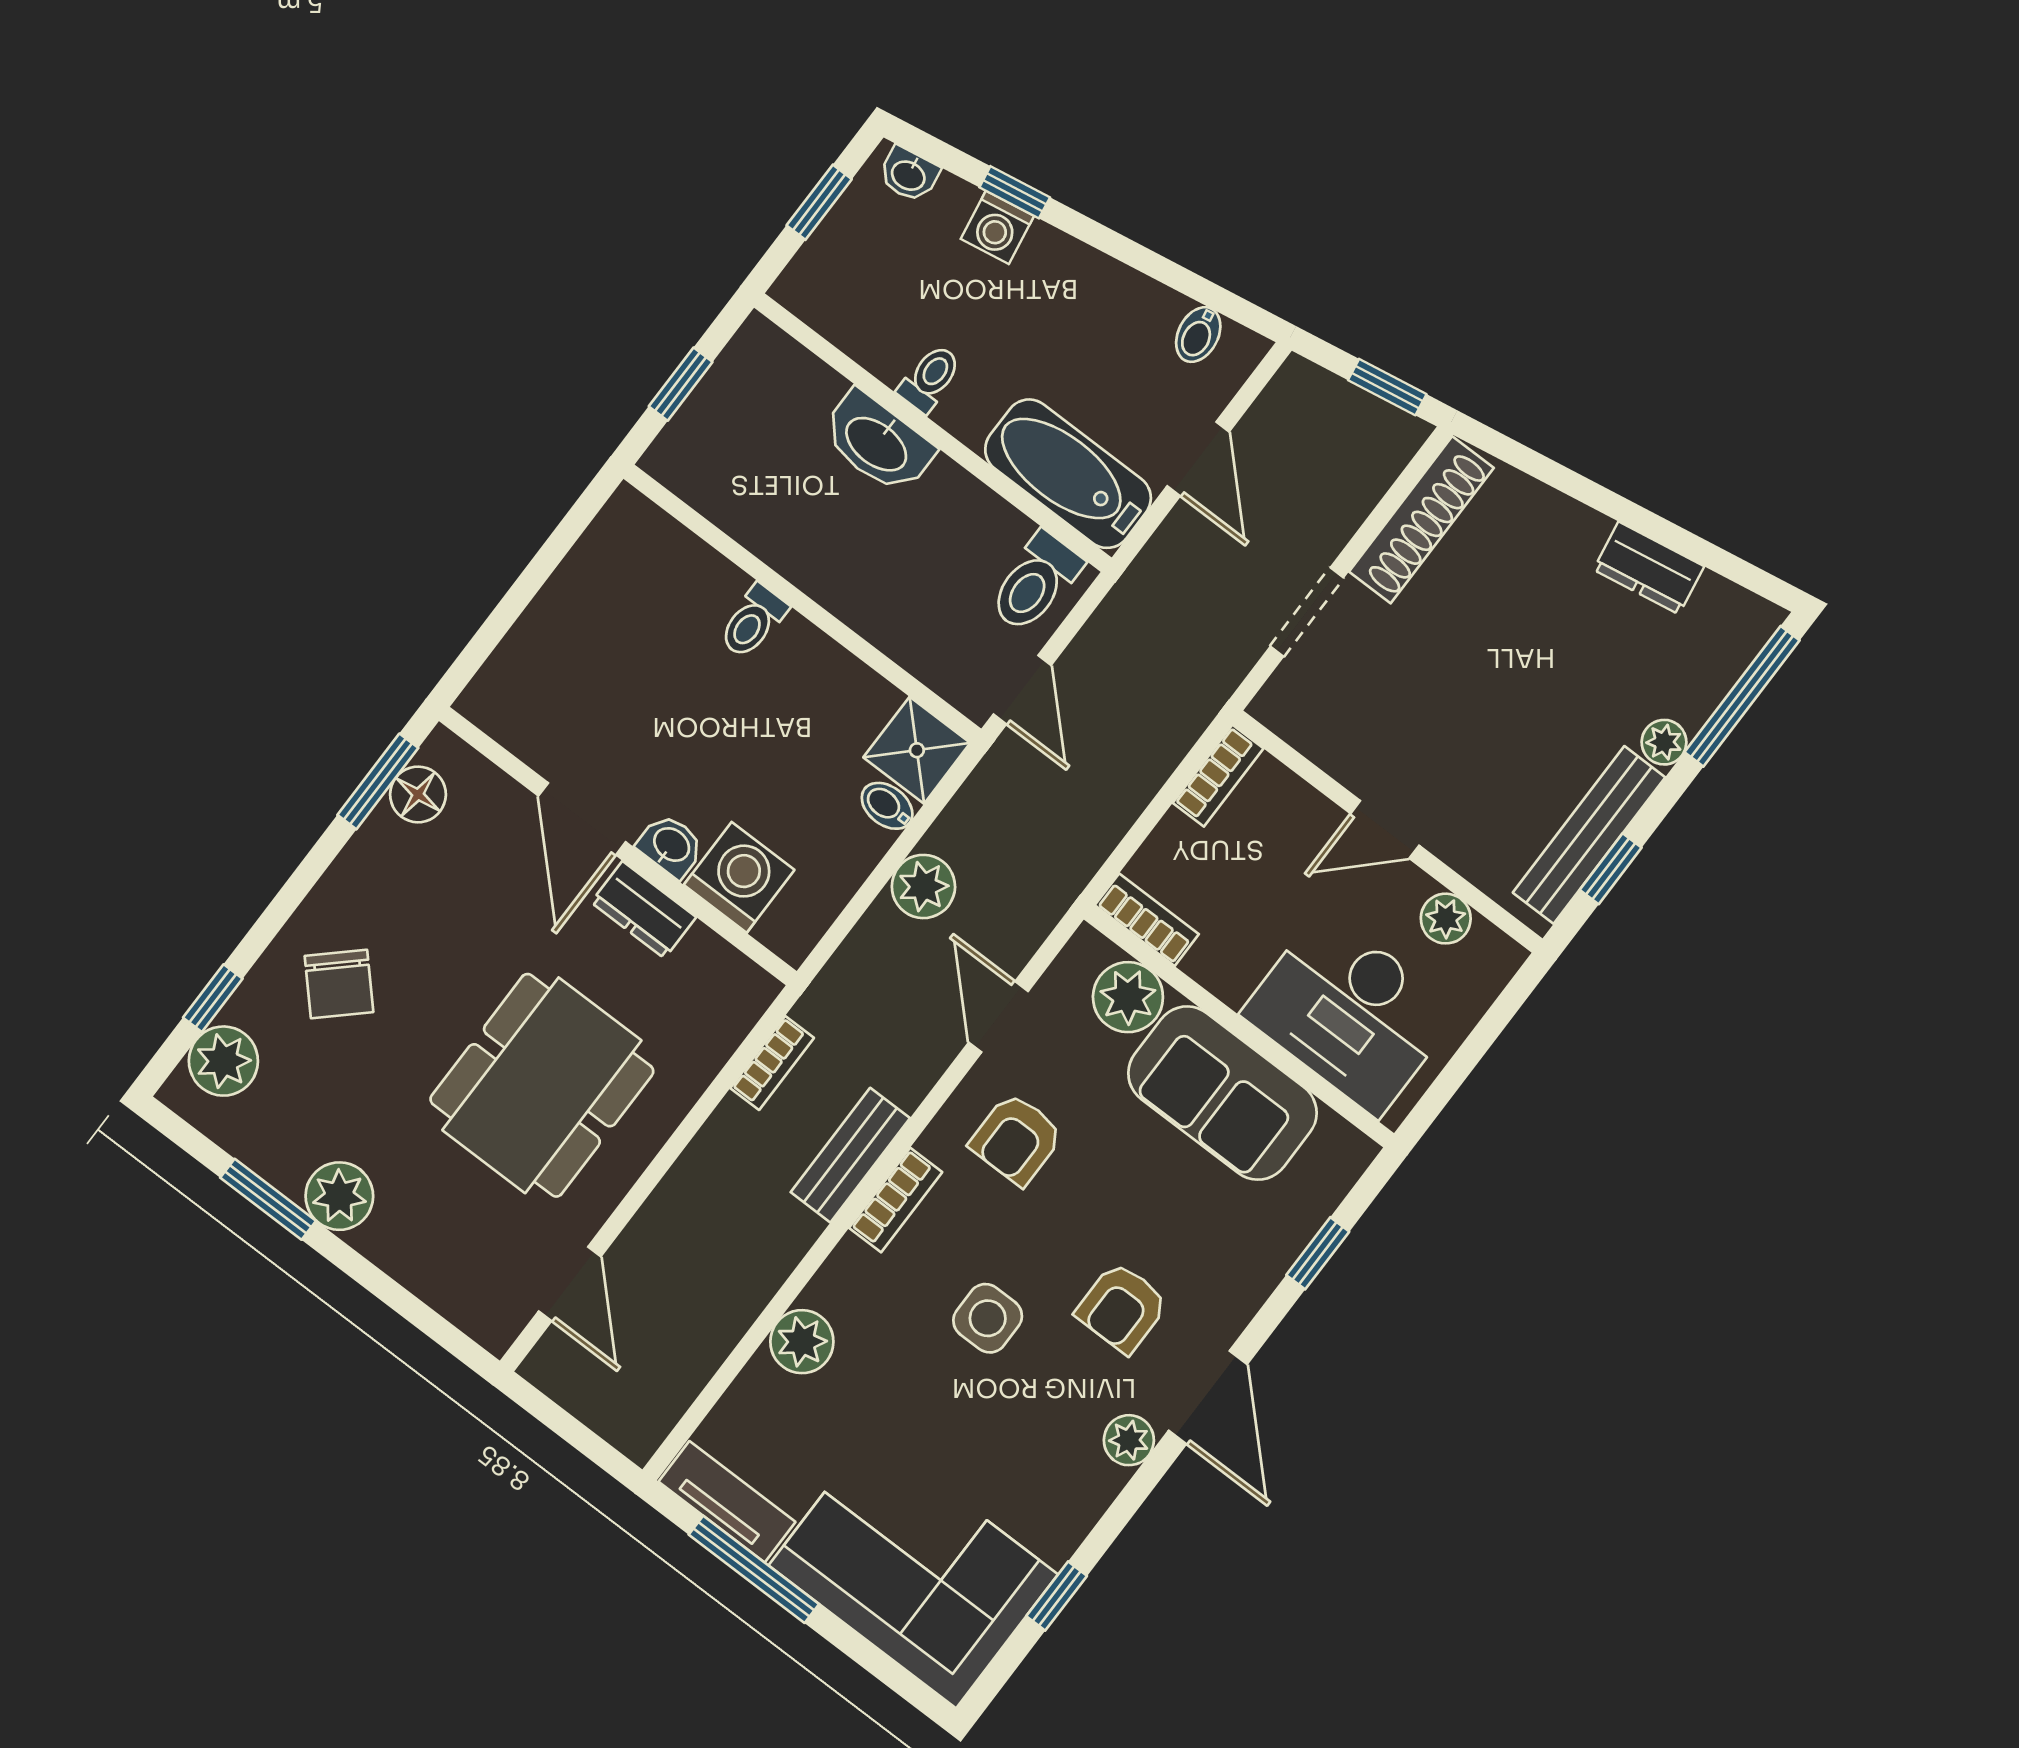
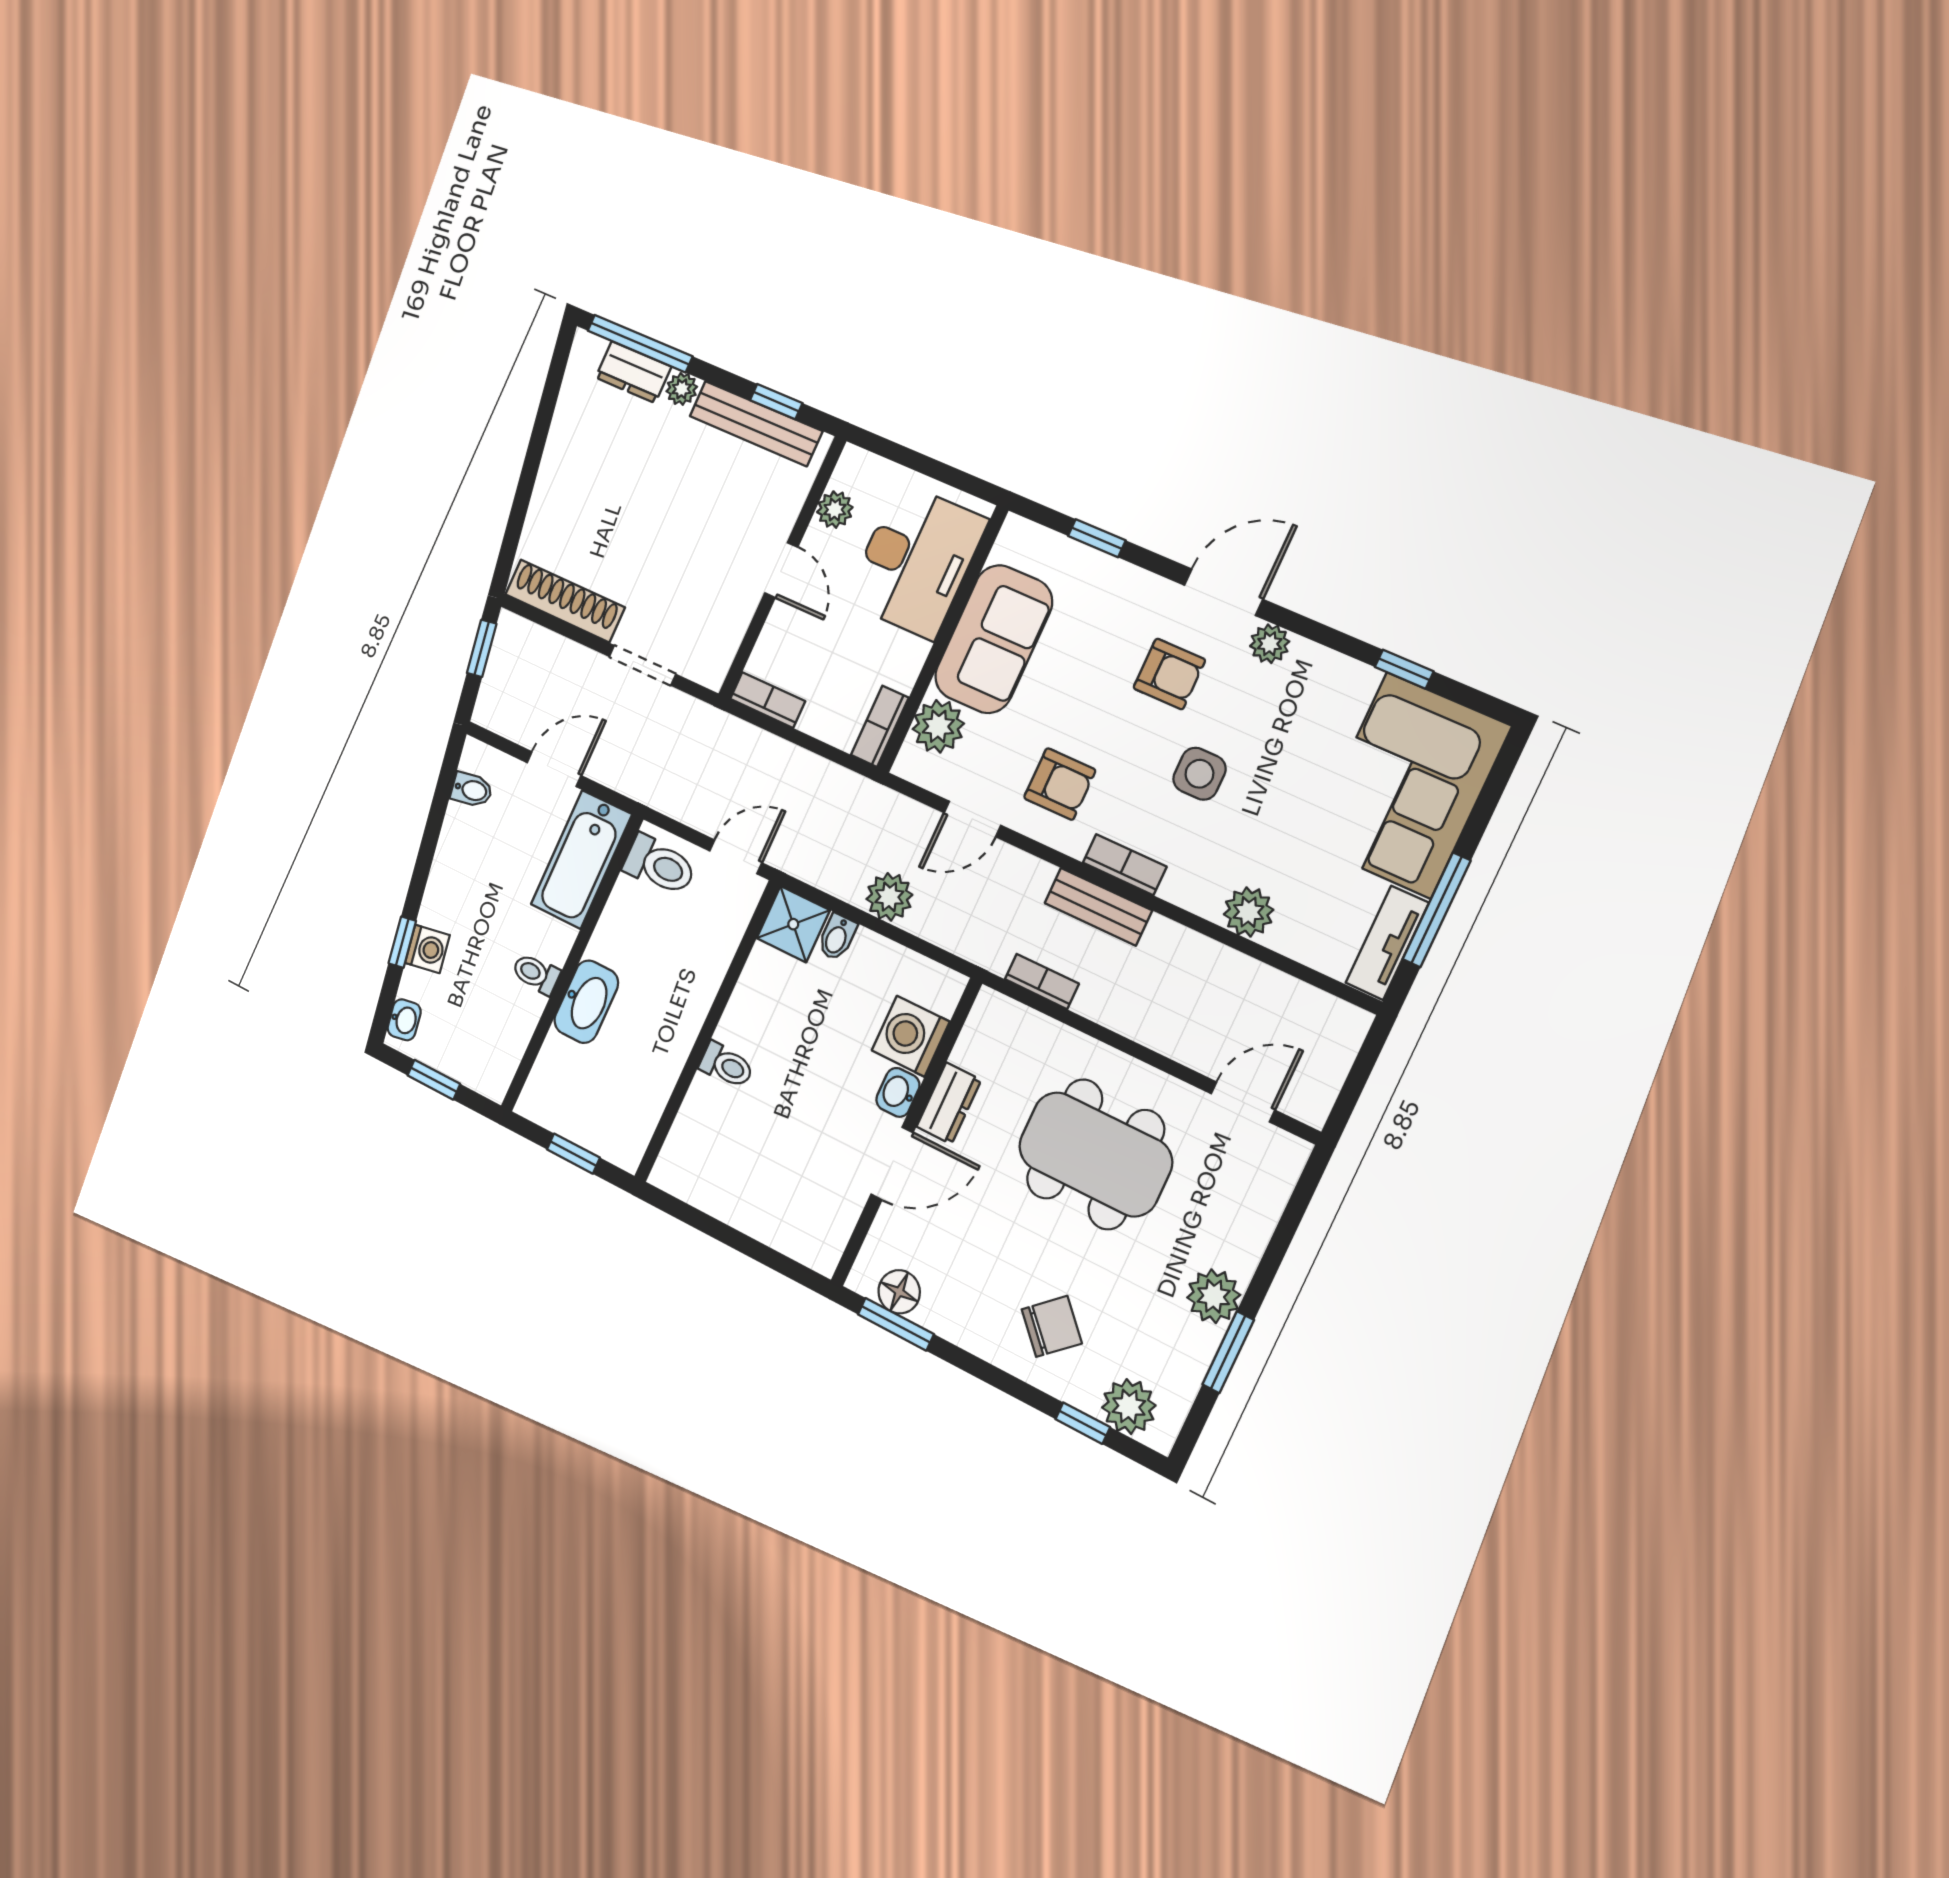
dresser: (1649, 568) -> (633, 372), moved, turned 100

